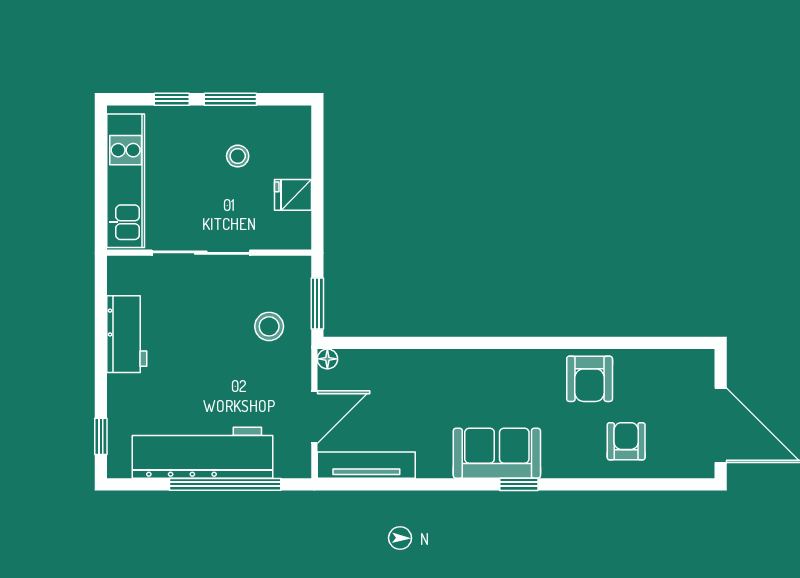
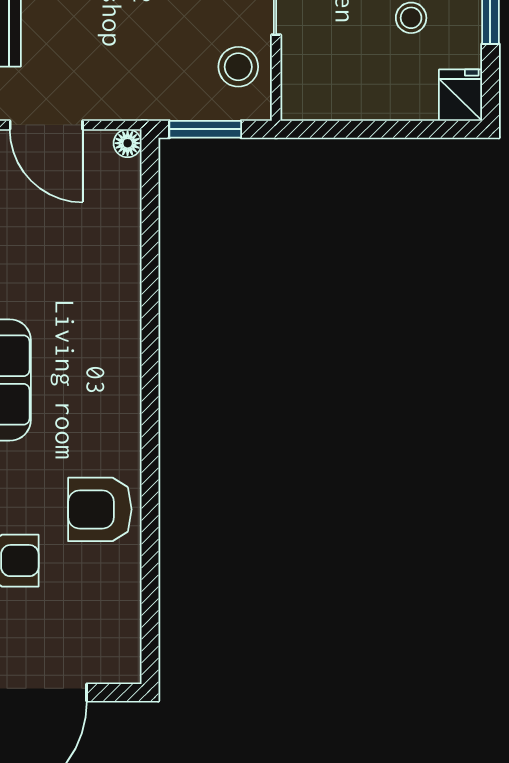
fridge: (293, 195) -> (460, 95), moved
stool: (269, 326) -> (238, 67), moved

